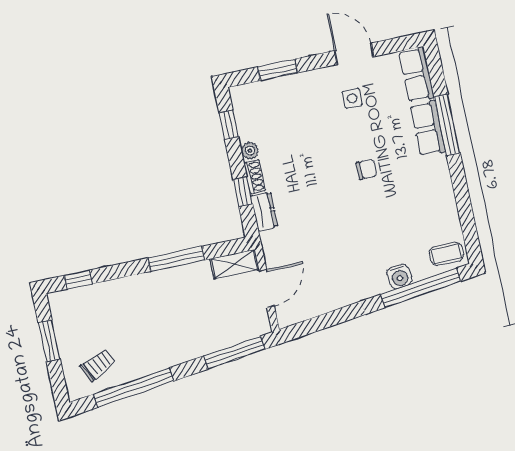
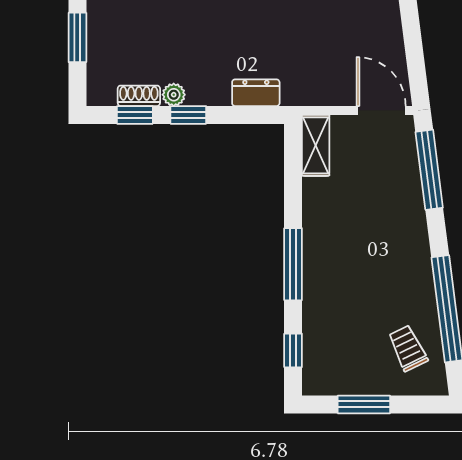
shoe rack: (255, 177) -> (139, 96), moved
window: (243, 192) -> (188, 115), moved
window: (176, 259) -> (293, 264), moved
door: (267, 288) -> (381, 111), moved

